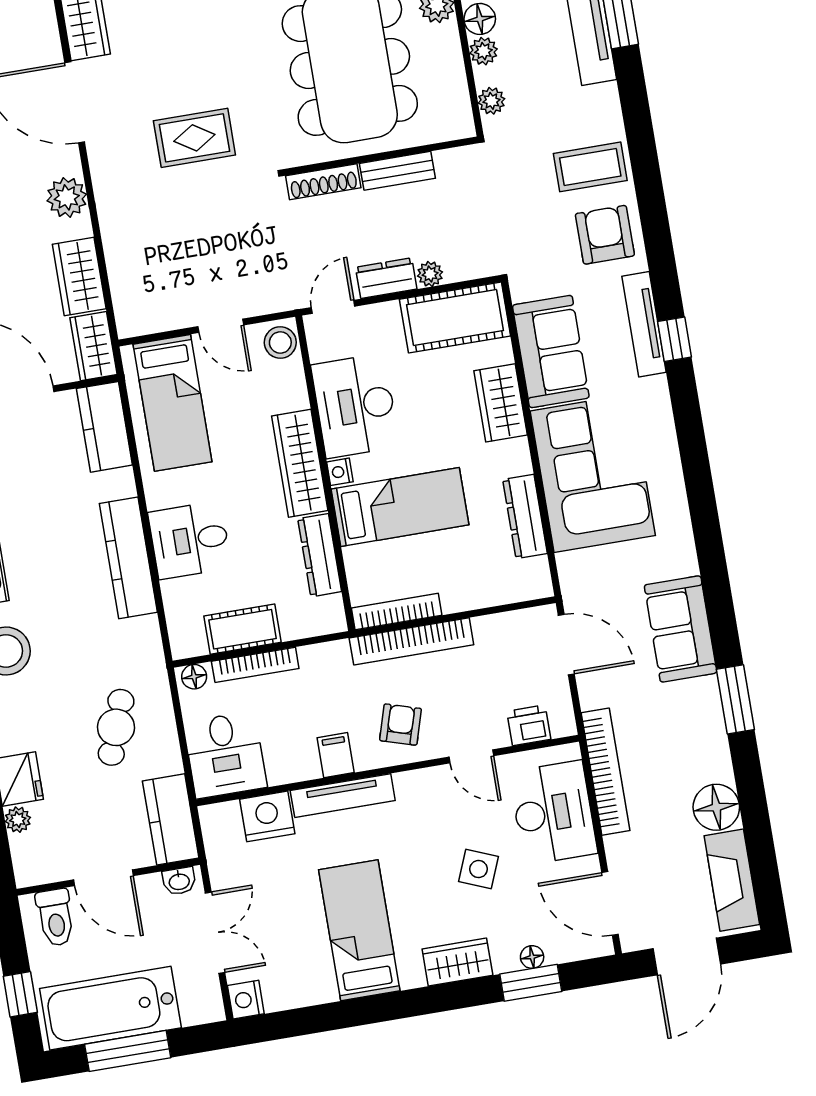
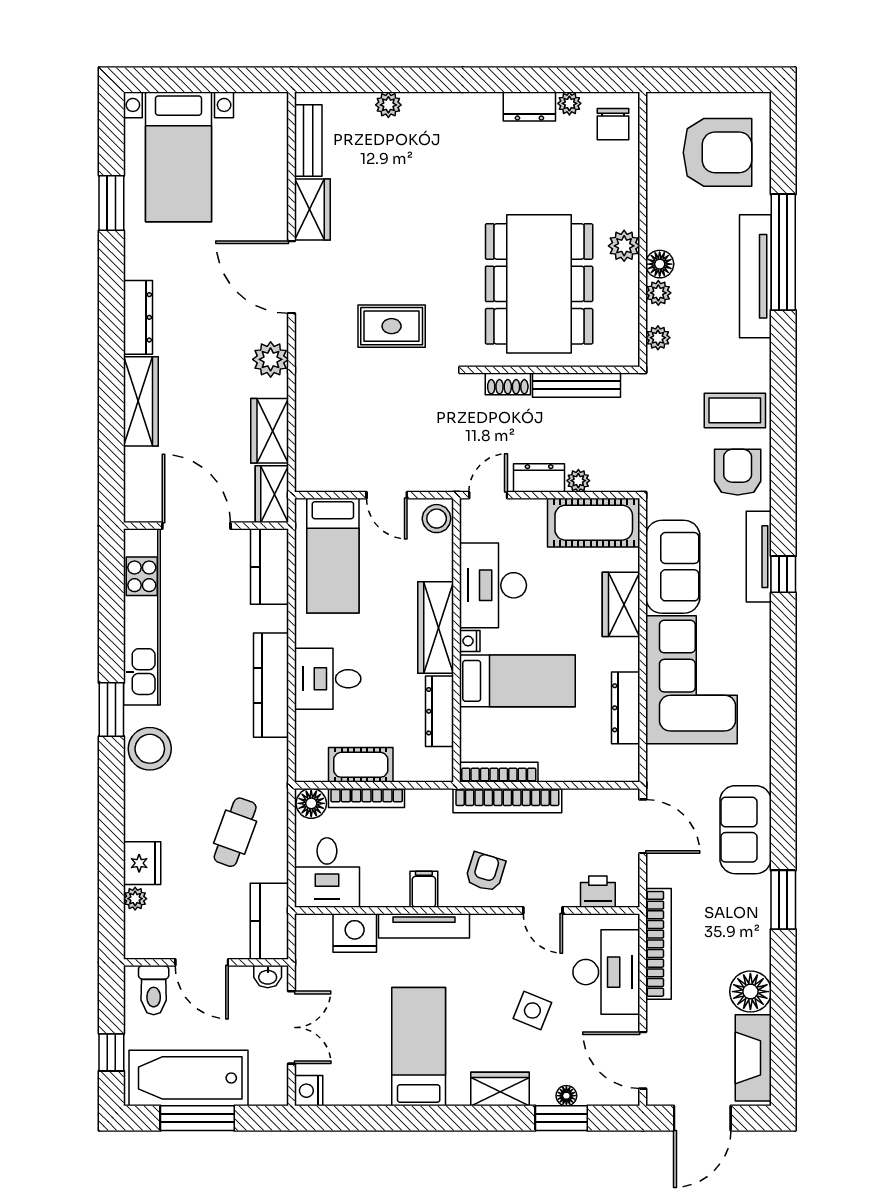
bench: (397, 171) -> (577, 385), width x1.36
shoe rack: (323, 182) -> (508, 384), width x0.70
floor lamp: (194, 677) -> (311, 803), width x1.37, depth x1.37

